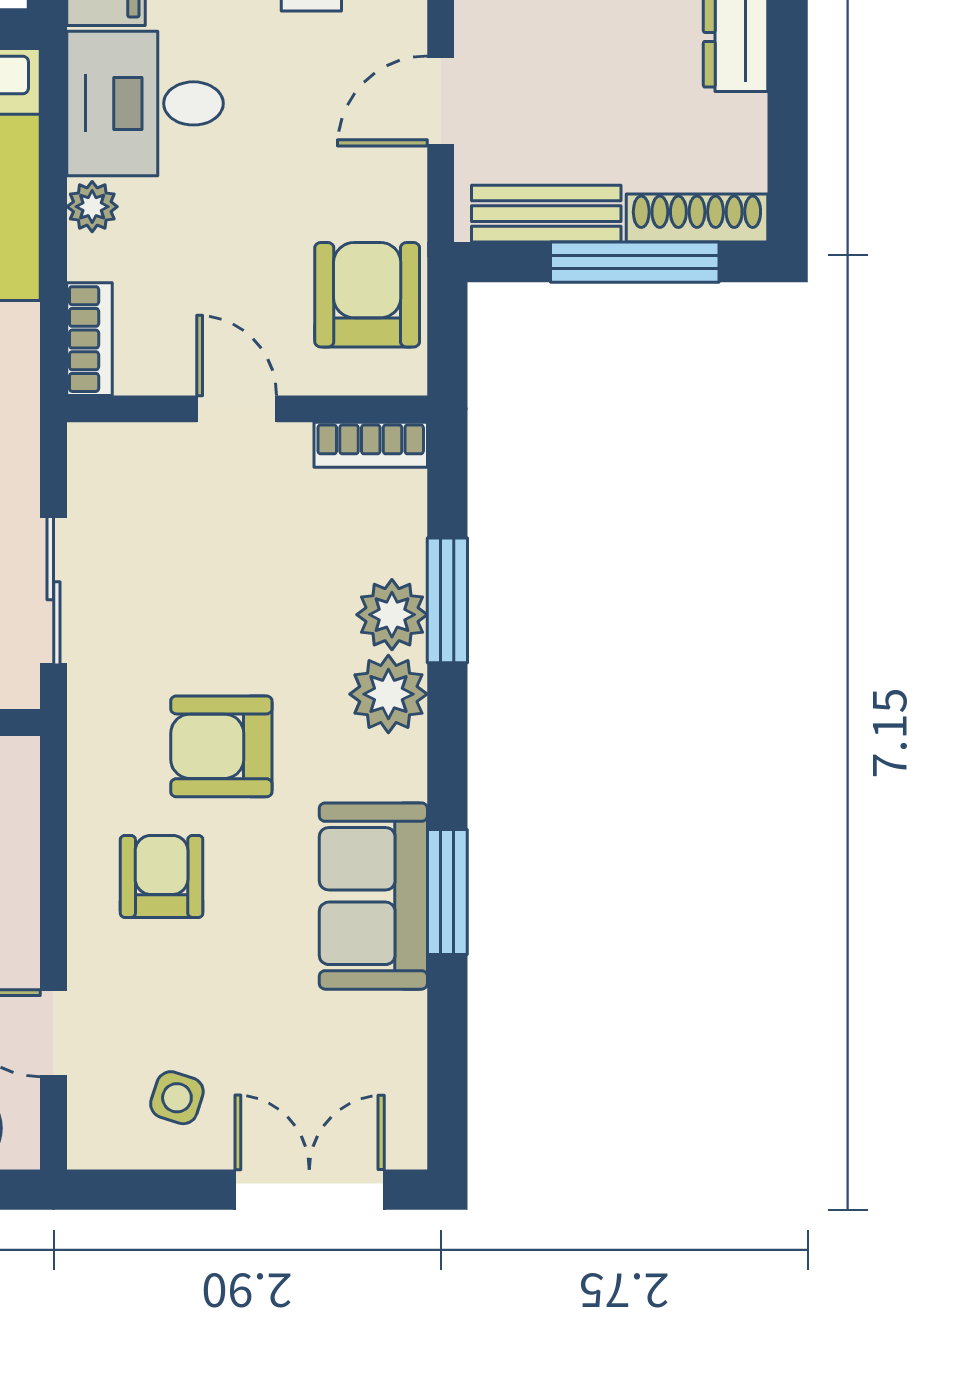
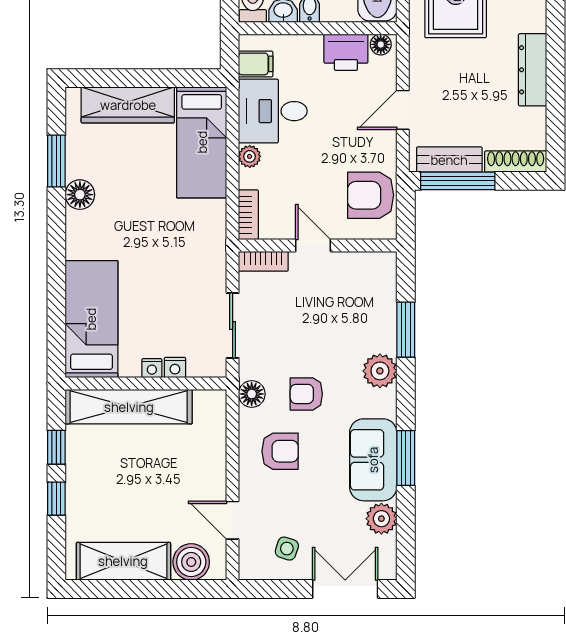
window: (635, 262) -> (458, 181), moved
armchair: (367, 295) -> (371, 195), turned -90
bookcase: (371, 445) -> (263, 261), moved
plant: (392, 615) -> (381, 519), moved
floor lamp: (97, 746) -> (252, 394), added
armchair: (221, 746) -> (306, 394), width x0.72, depth x0.72
armchair: (162, 876) -> (280, 451), turned 90

